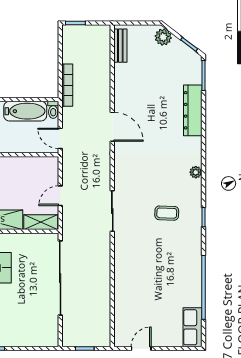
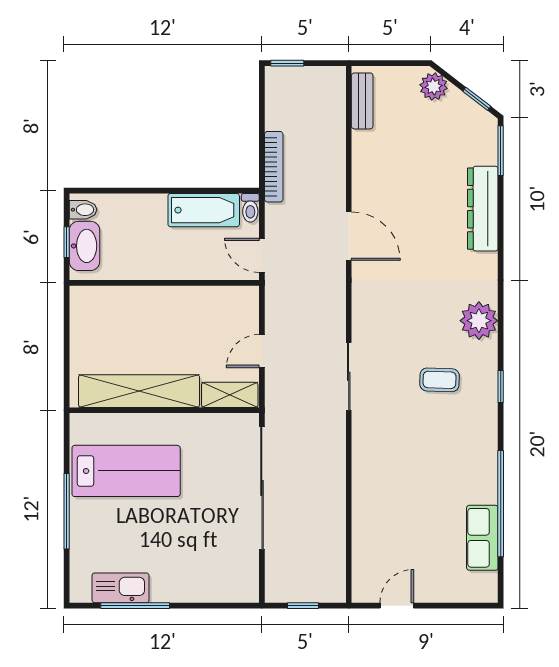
plant: (196, 172) -> (479, 321), width x1.87, depth x1.87
row of seats: (192, 327) -> (482, 538), moved

